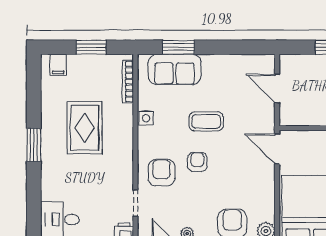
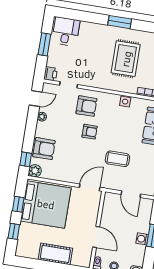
door: (277, 88) -> (131, 194), swing flipped
coffee table: (206, 121) -> (117, 159), moved, turned 90
rug: (85, 128) -> (126, 59), turned 90

